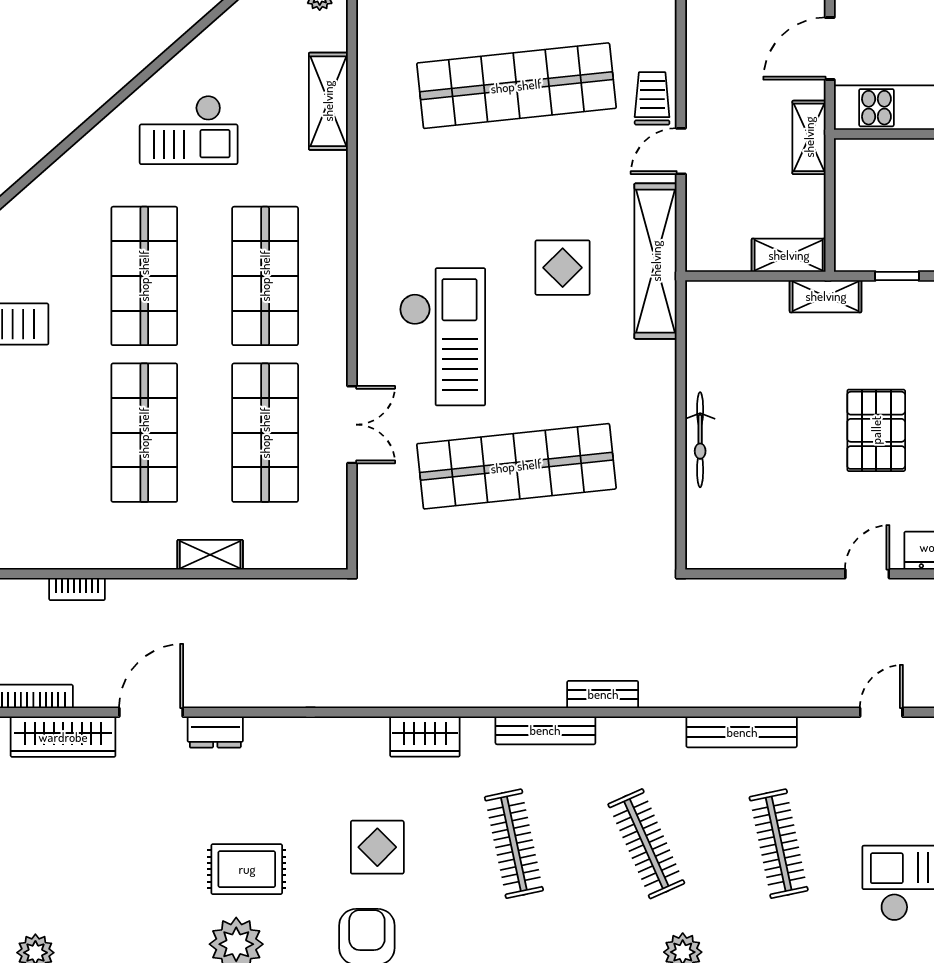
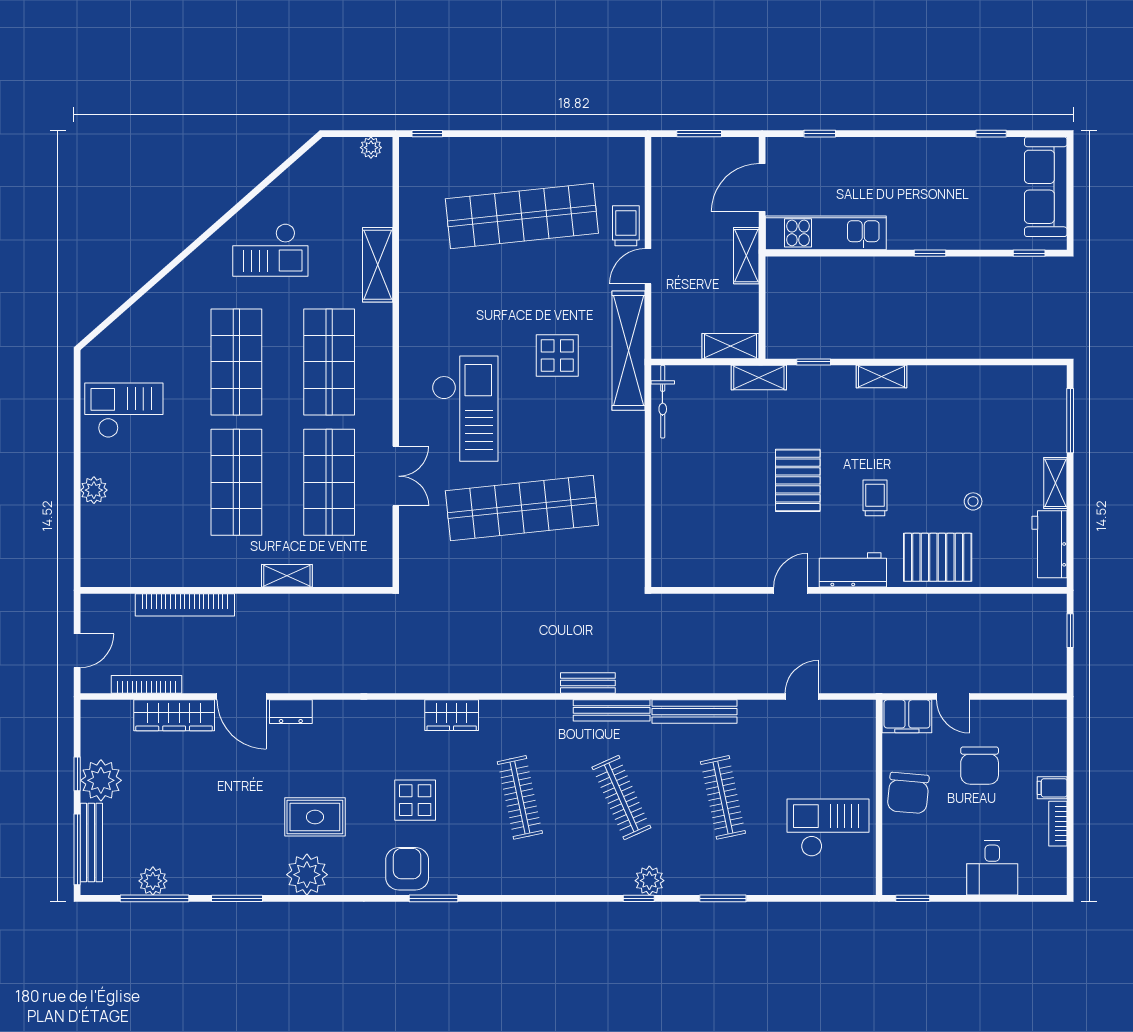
shelving: (328, 101) -> (378, 265), moved
bicycle: (700, 440) -> (663, 402), moved
bookcase: (77, 589) -> (185, 605), width x2.31, depth x1.31
door: (151, 712) -> (242, 697), swing flipped
bench: (545, 730) -> (612, 710), moved

